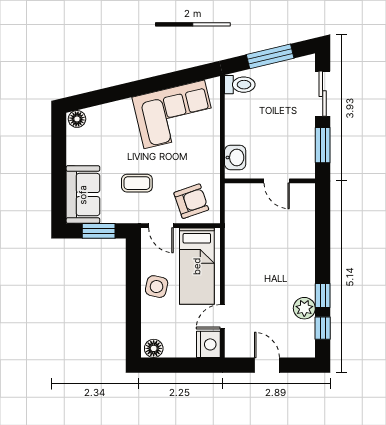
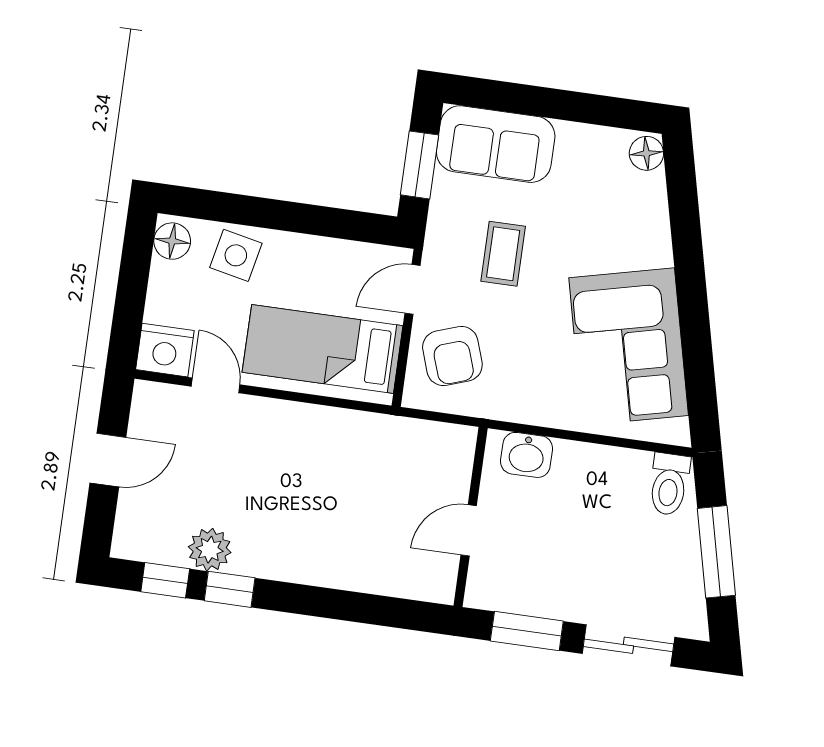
side table: (157, 287) -> (236, 255), moved

